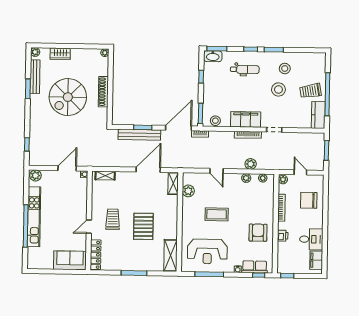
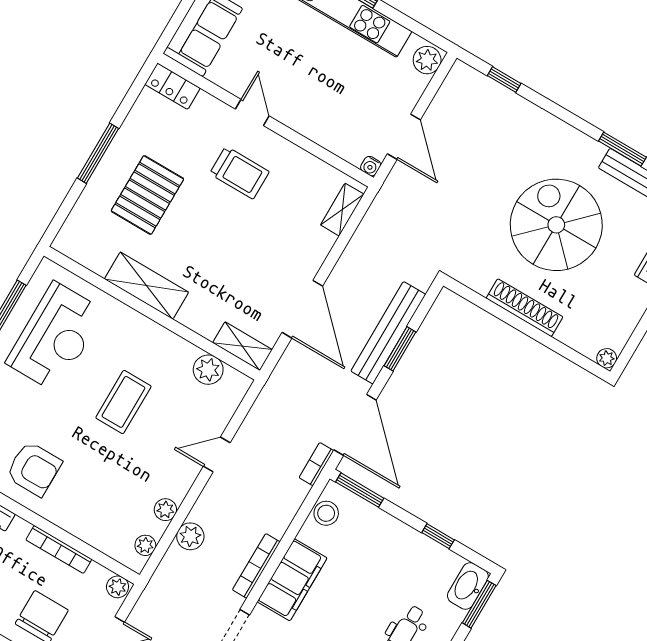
pallet: (143, 226) -> (147, 195), moved, turned 90
reception desk: (207, 251) -> (55, 337), turned 180
locker: (96, 255) -> (173, 86), width x0.66
shelving: (171, 255) -> (146, 286), moved

